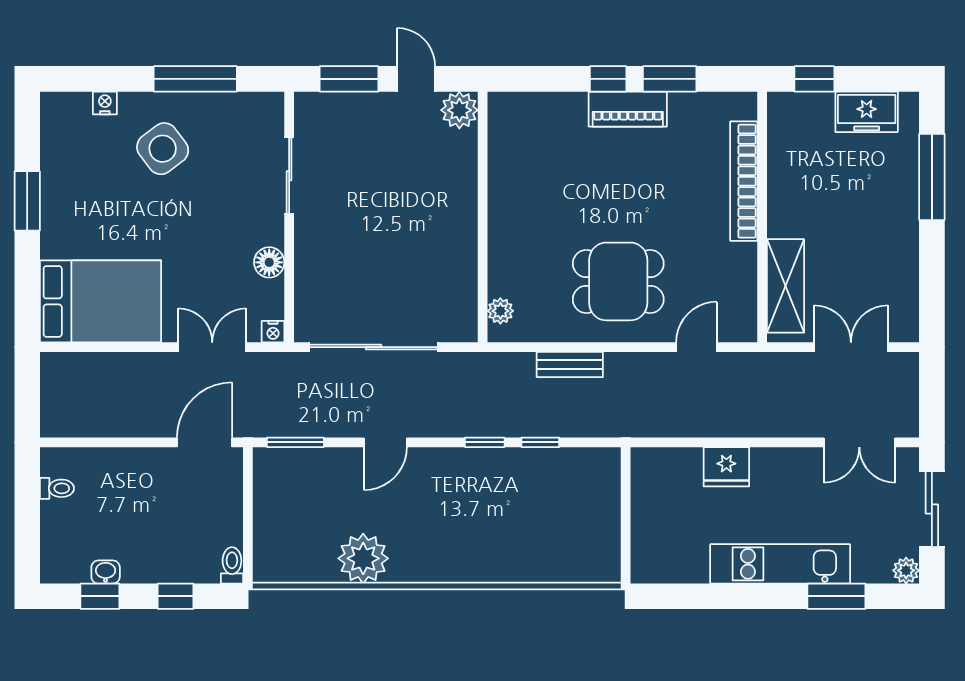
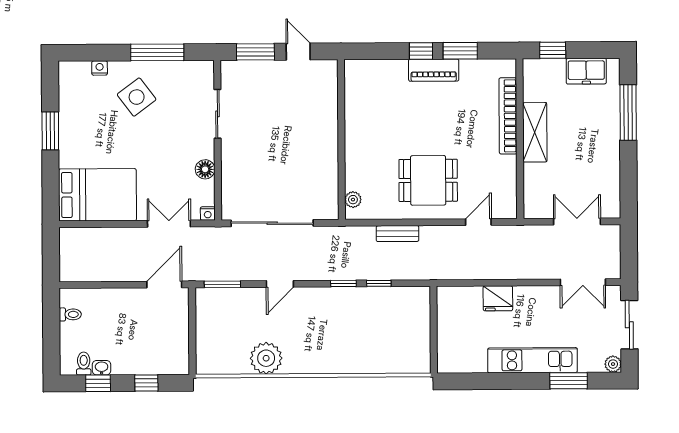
plant: (459, 110) -> (326, 71), removed
shelving: (785, 286) -> (535, 132), moved
toilet: (232, 565) -> (84, 364), moved

